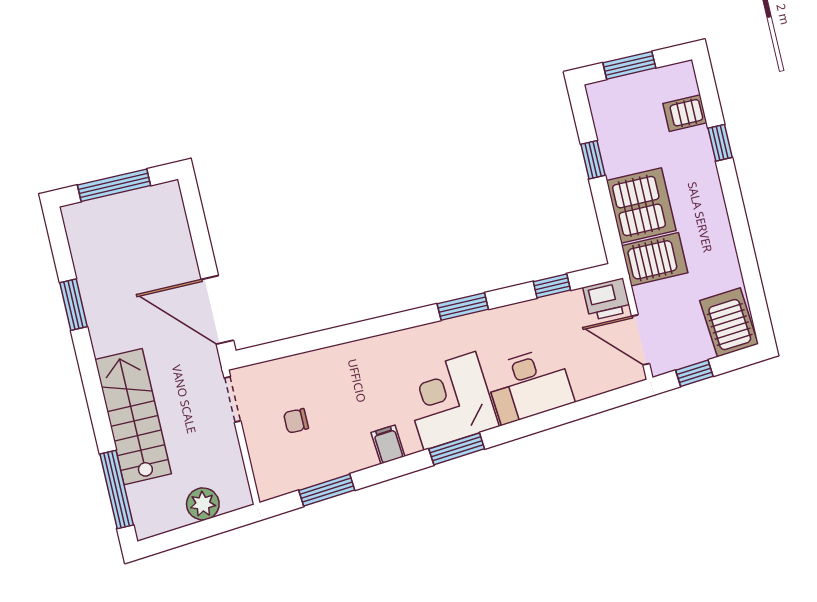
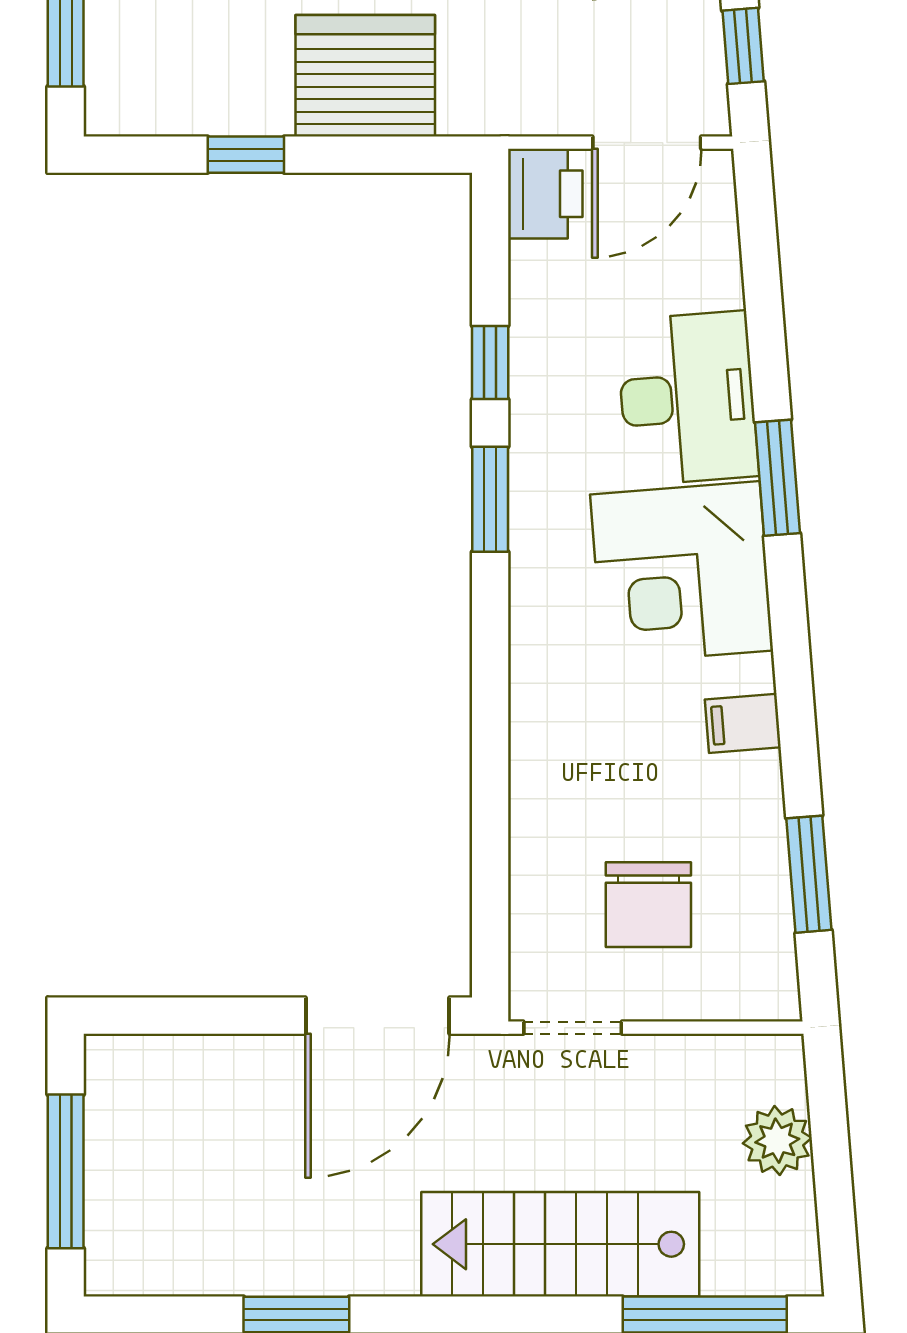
server rack: (655, 259) -> (485, 74), removed
window: (552, 286) -> (490, 363), moved
chair: (296, 421) -> (648, 905), width x1.87, depth x1.87
window: (457, 449) -> (777, 478), moved

